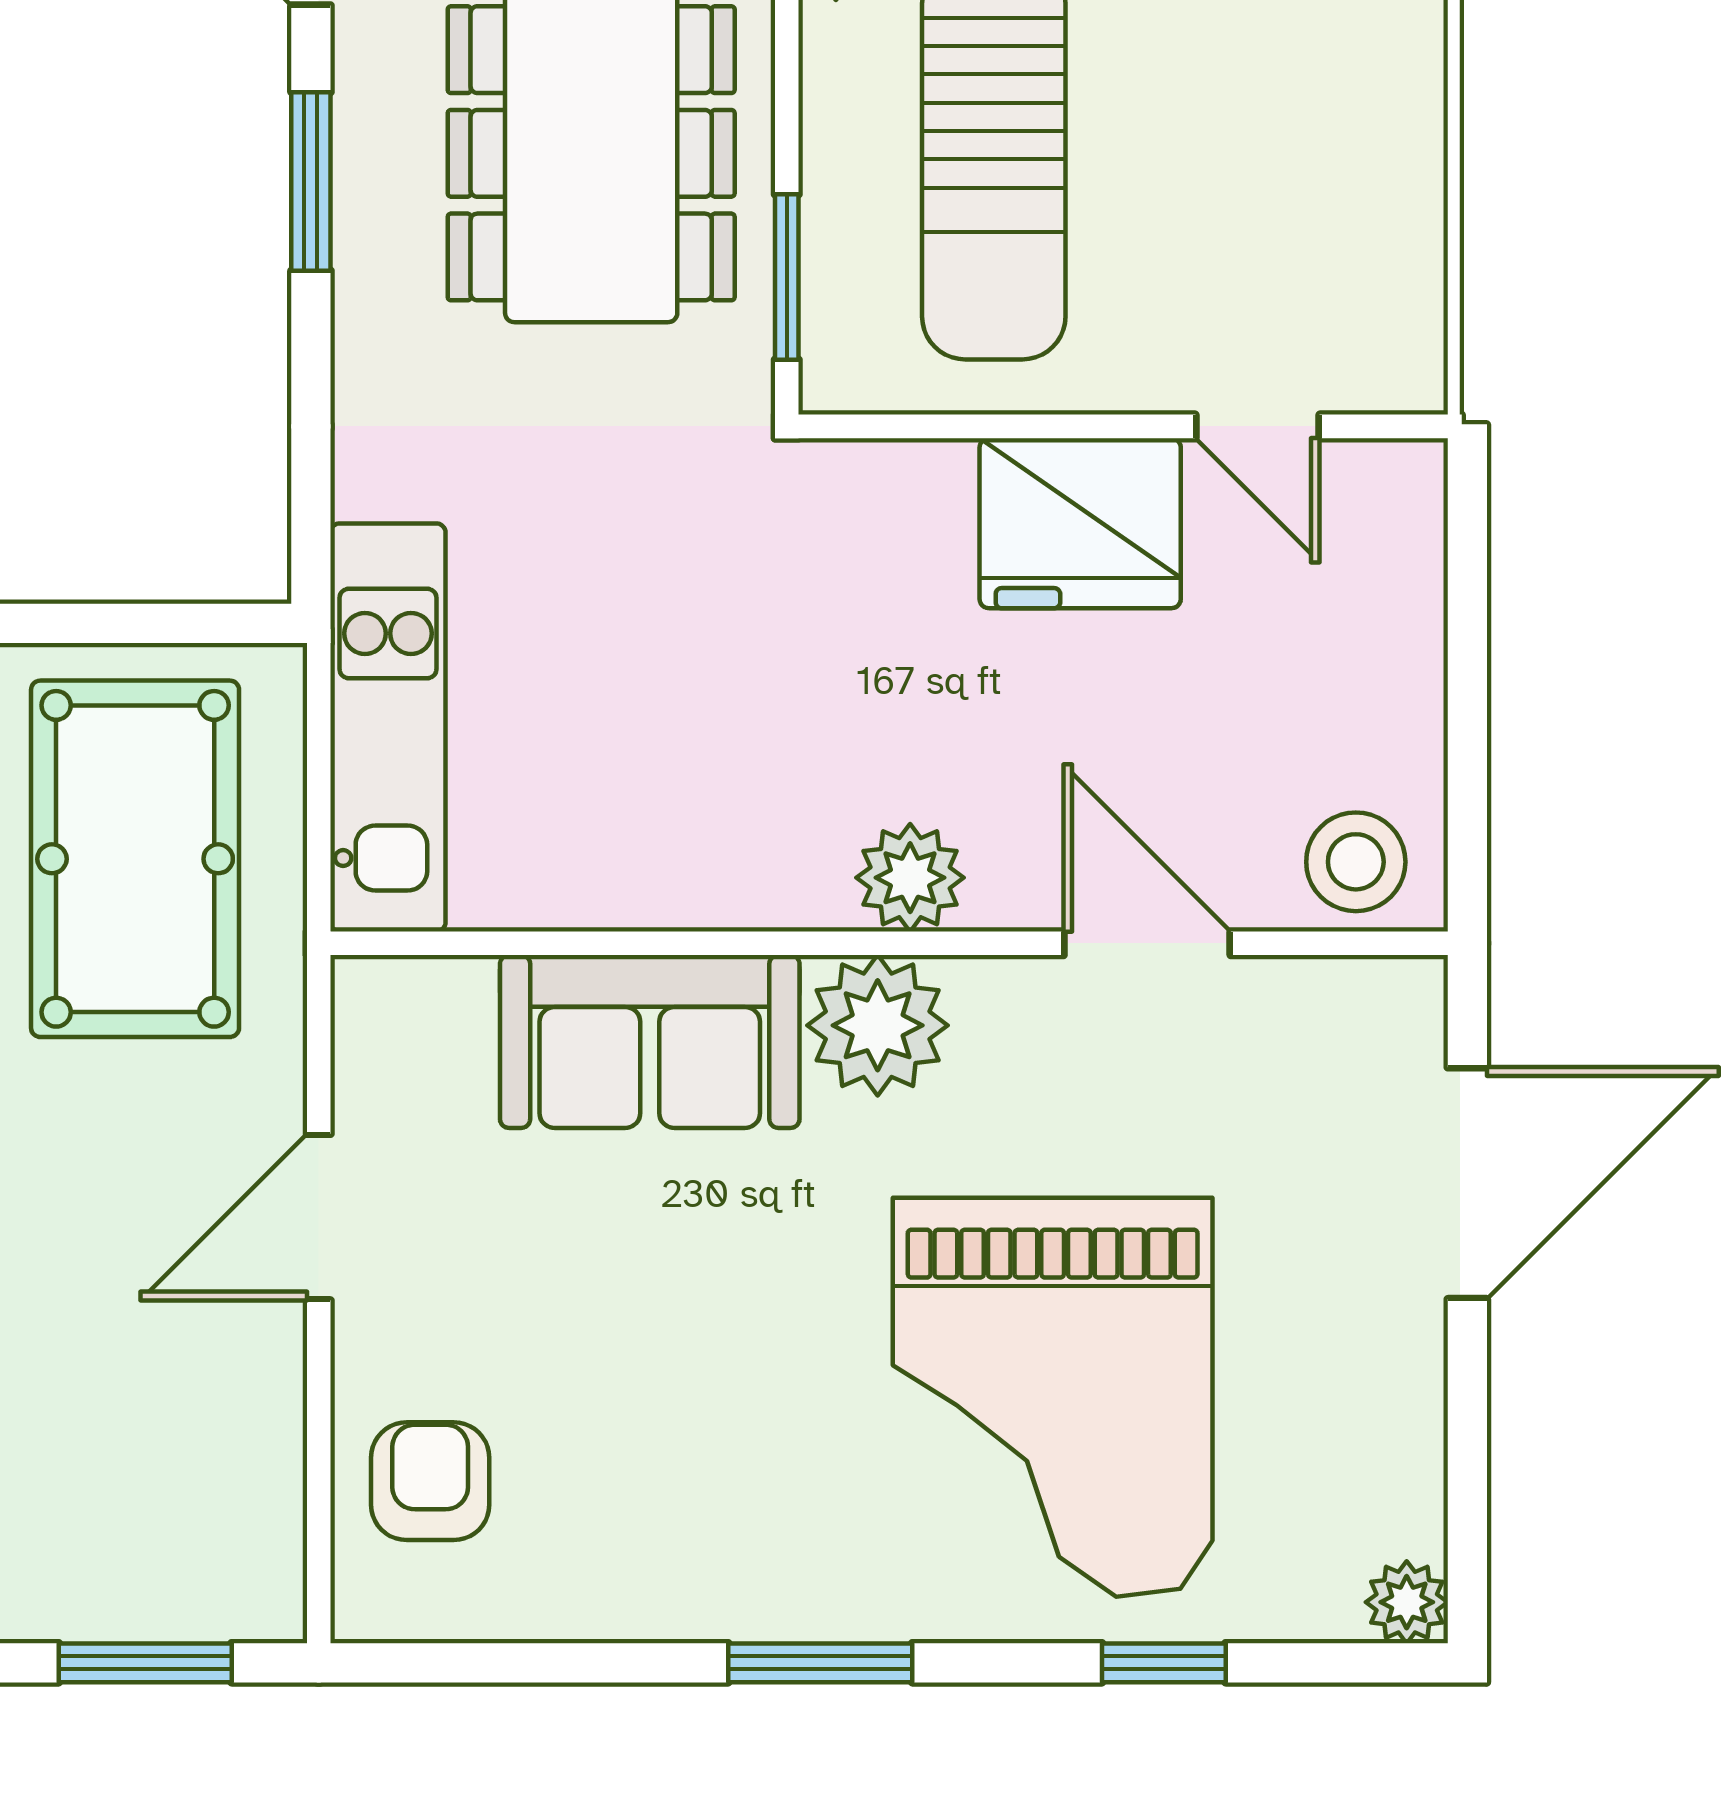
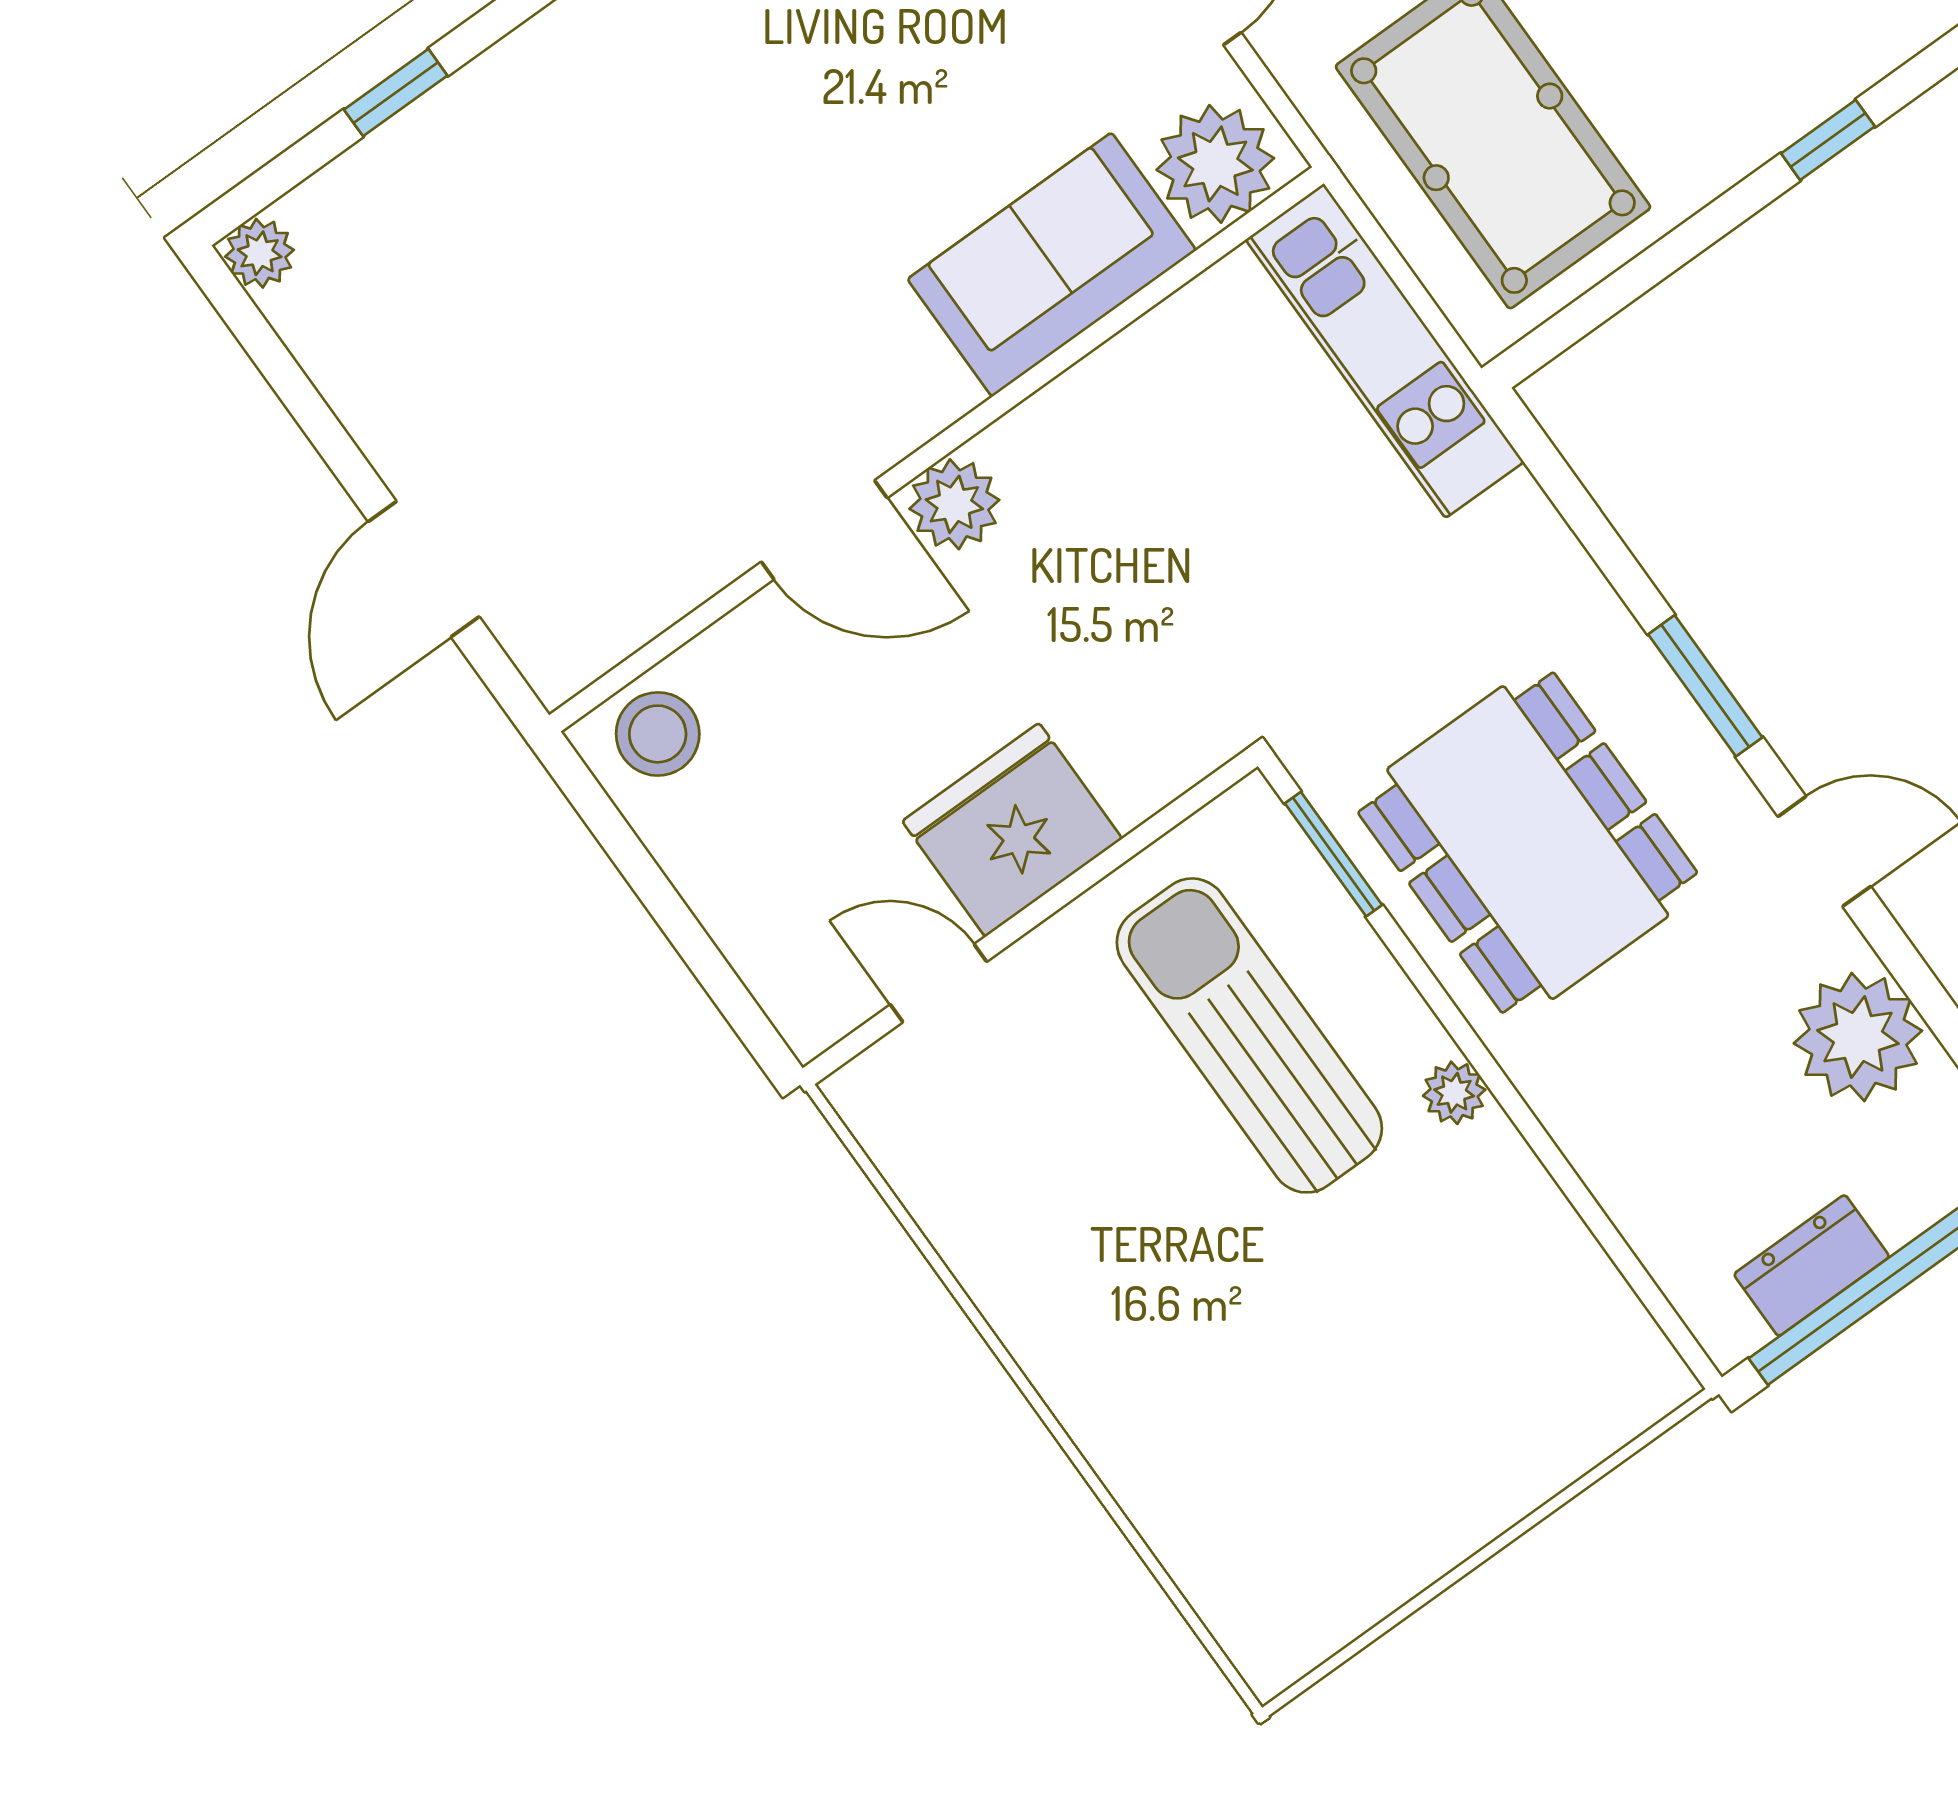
door: (1147, 943) -> (824, 530), moved
plant: (878, 1025) -> (1215, 164), moved
door: (1467, 1183) -> (424, 569), width x0.73
grand piano: (1053, 1397) -> (602, 219), removed

